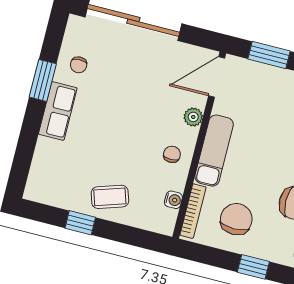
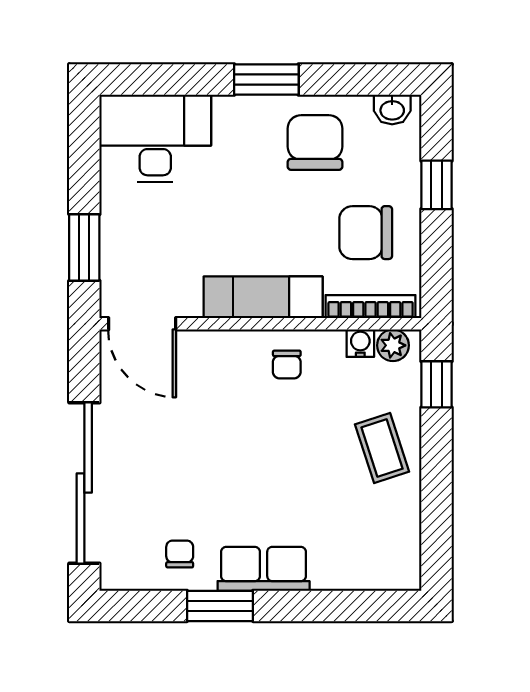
chair: (79, 65) -> (180, 554), turned -90
plant: (193, 117) -> (393, 345), moved
chair: (172, 154) -> (287, 364), turned -90
window: (80, 223) -> (437, 384), moved

